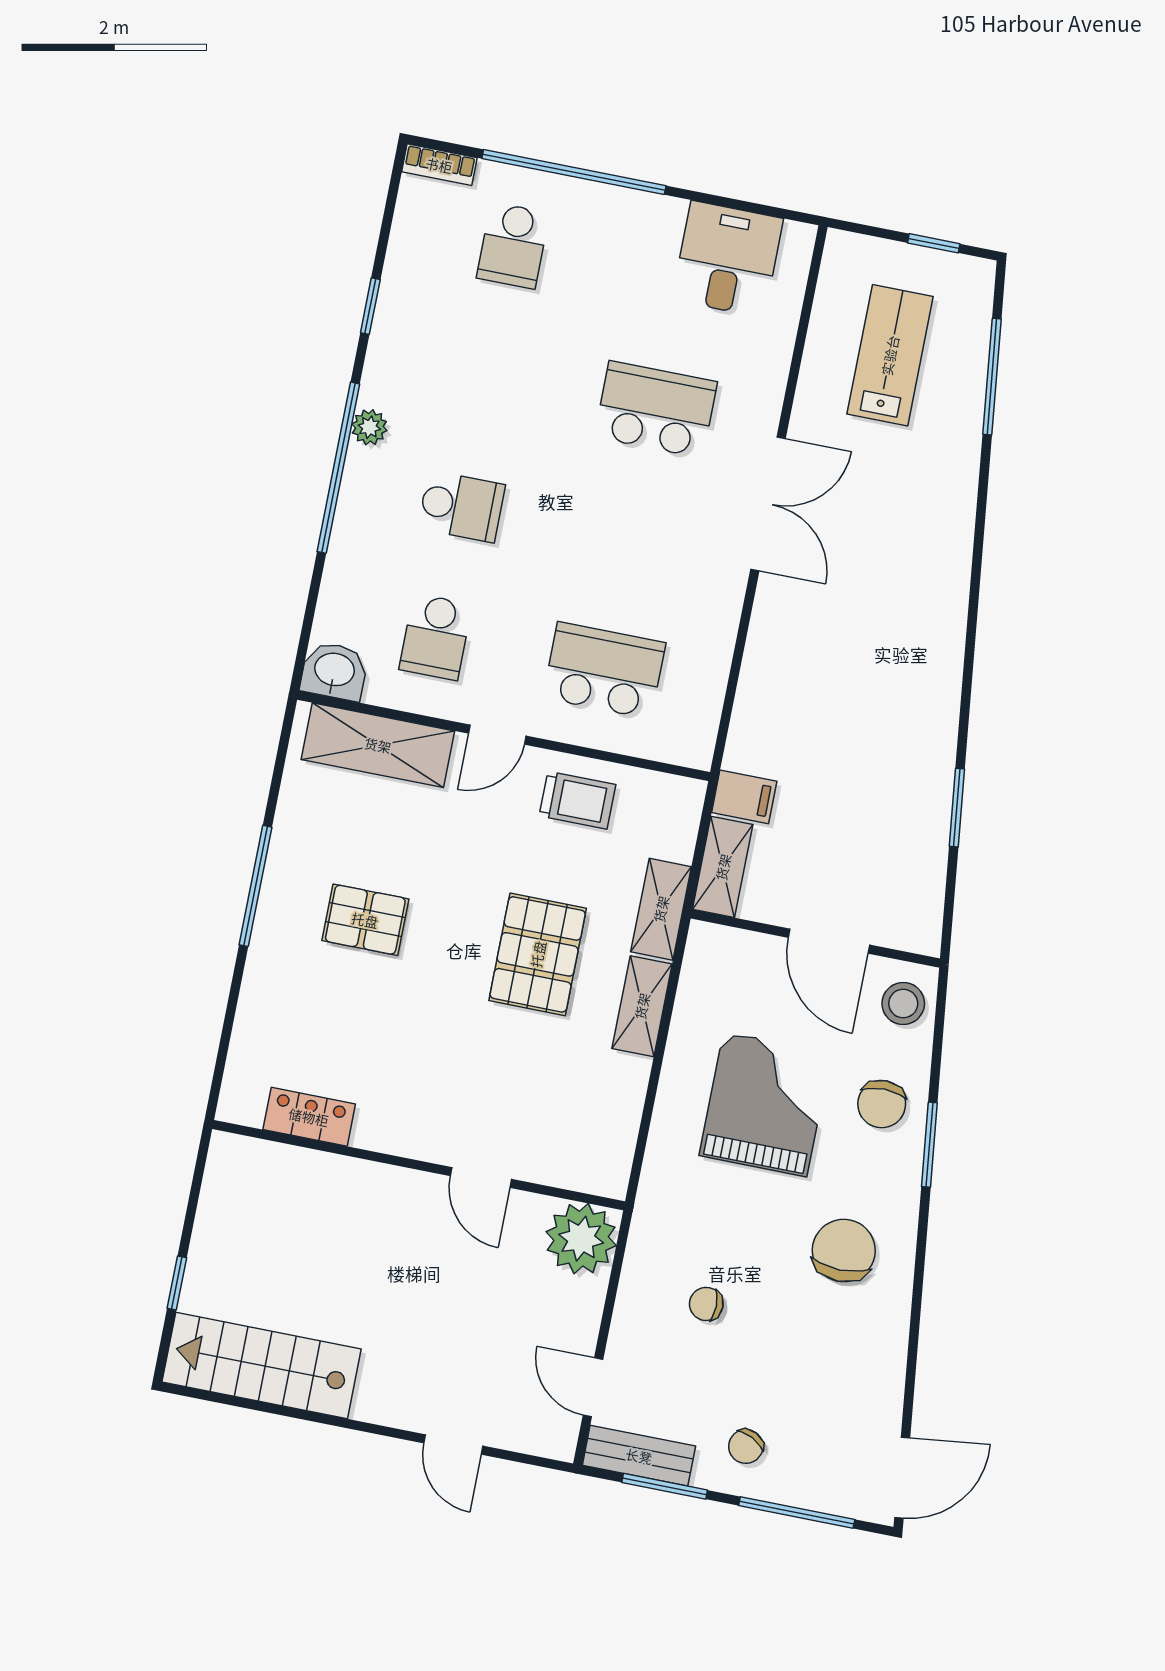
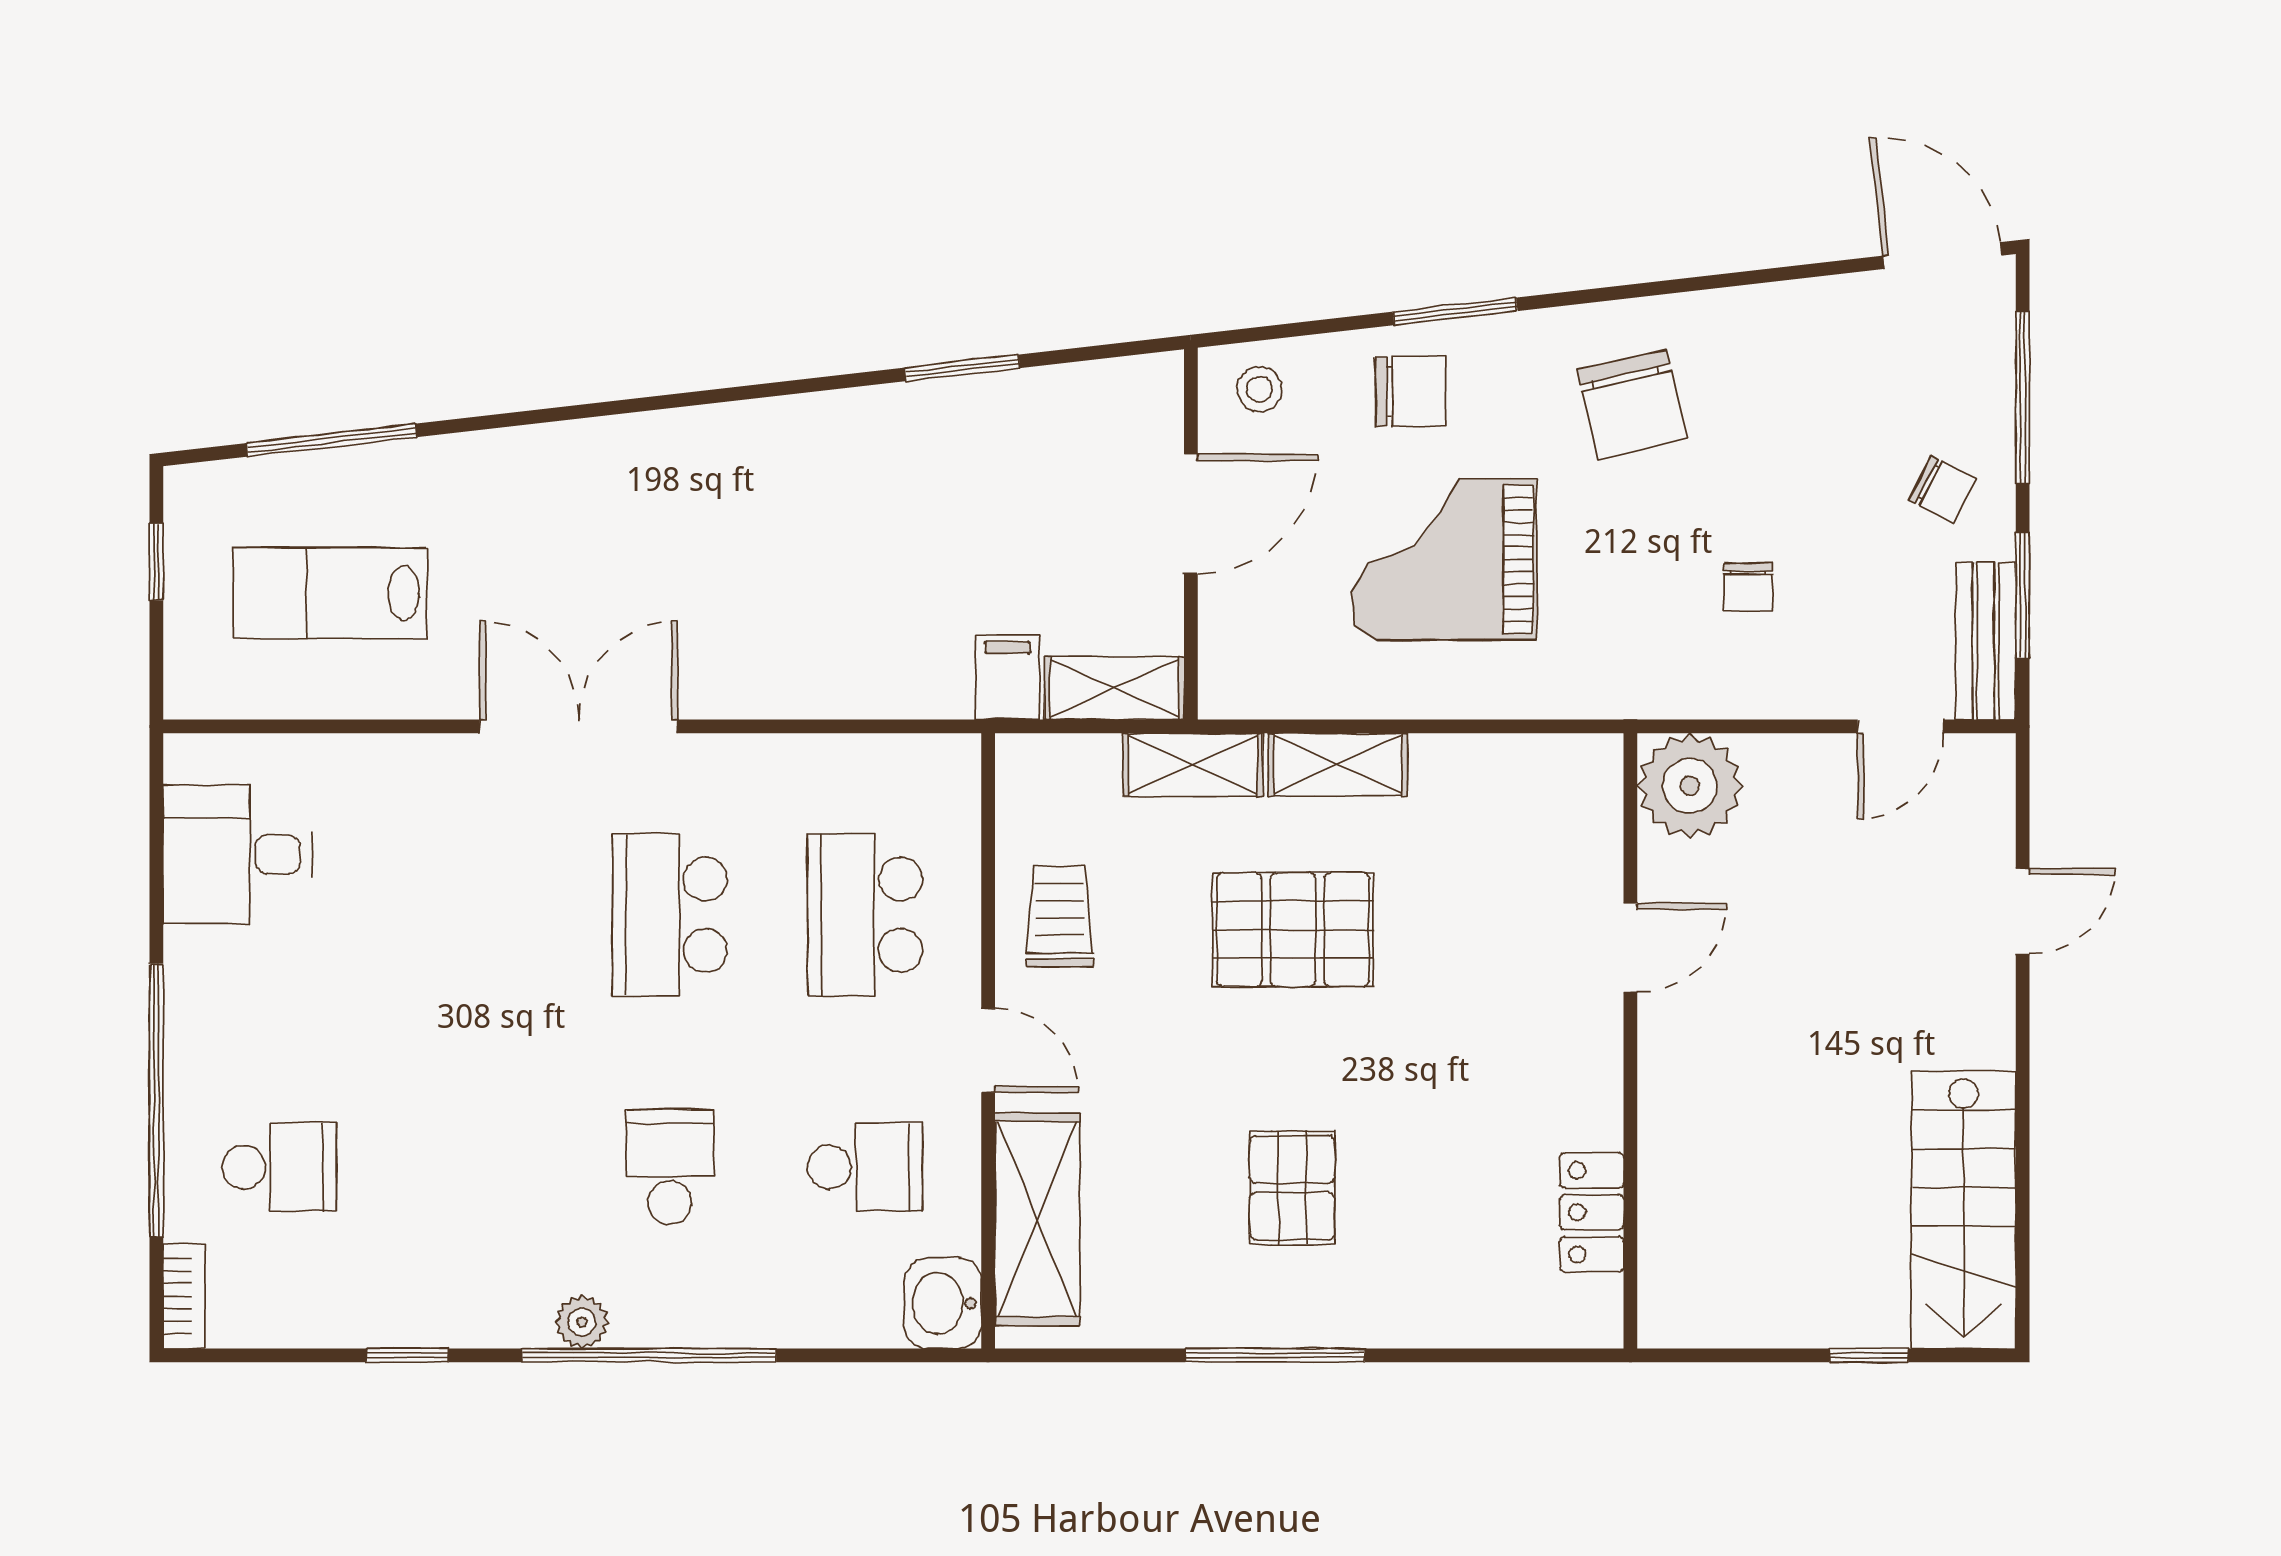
school desk: (656, 409) -> (670, 915), moved
stool: (903, 1004) -> (1260, 389), width x0.73, depth x0.73
chair: (844, 1251) -> (1632, 404), turned -103

